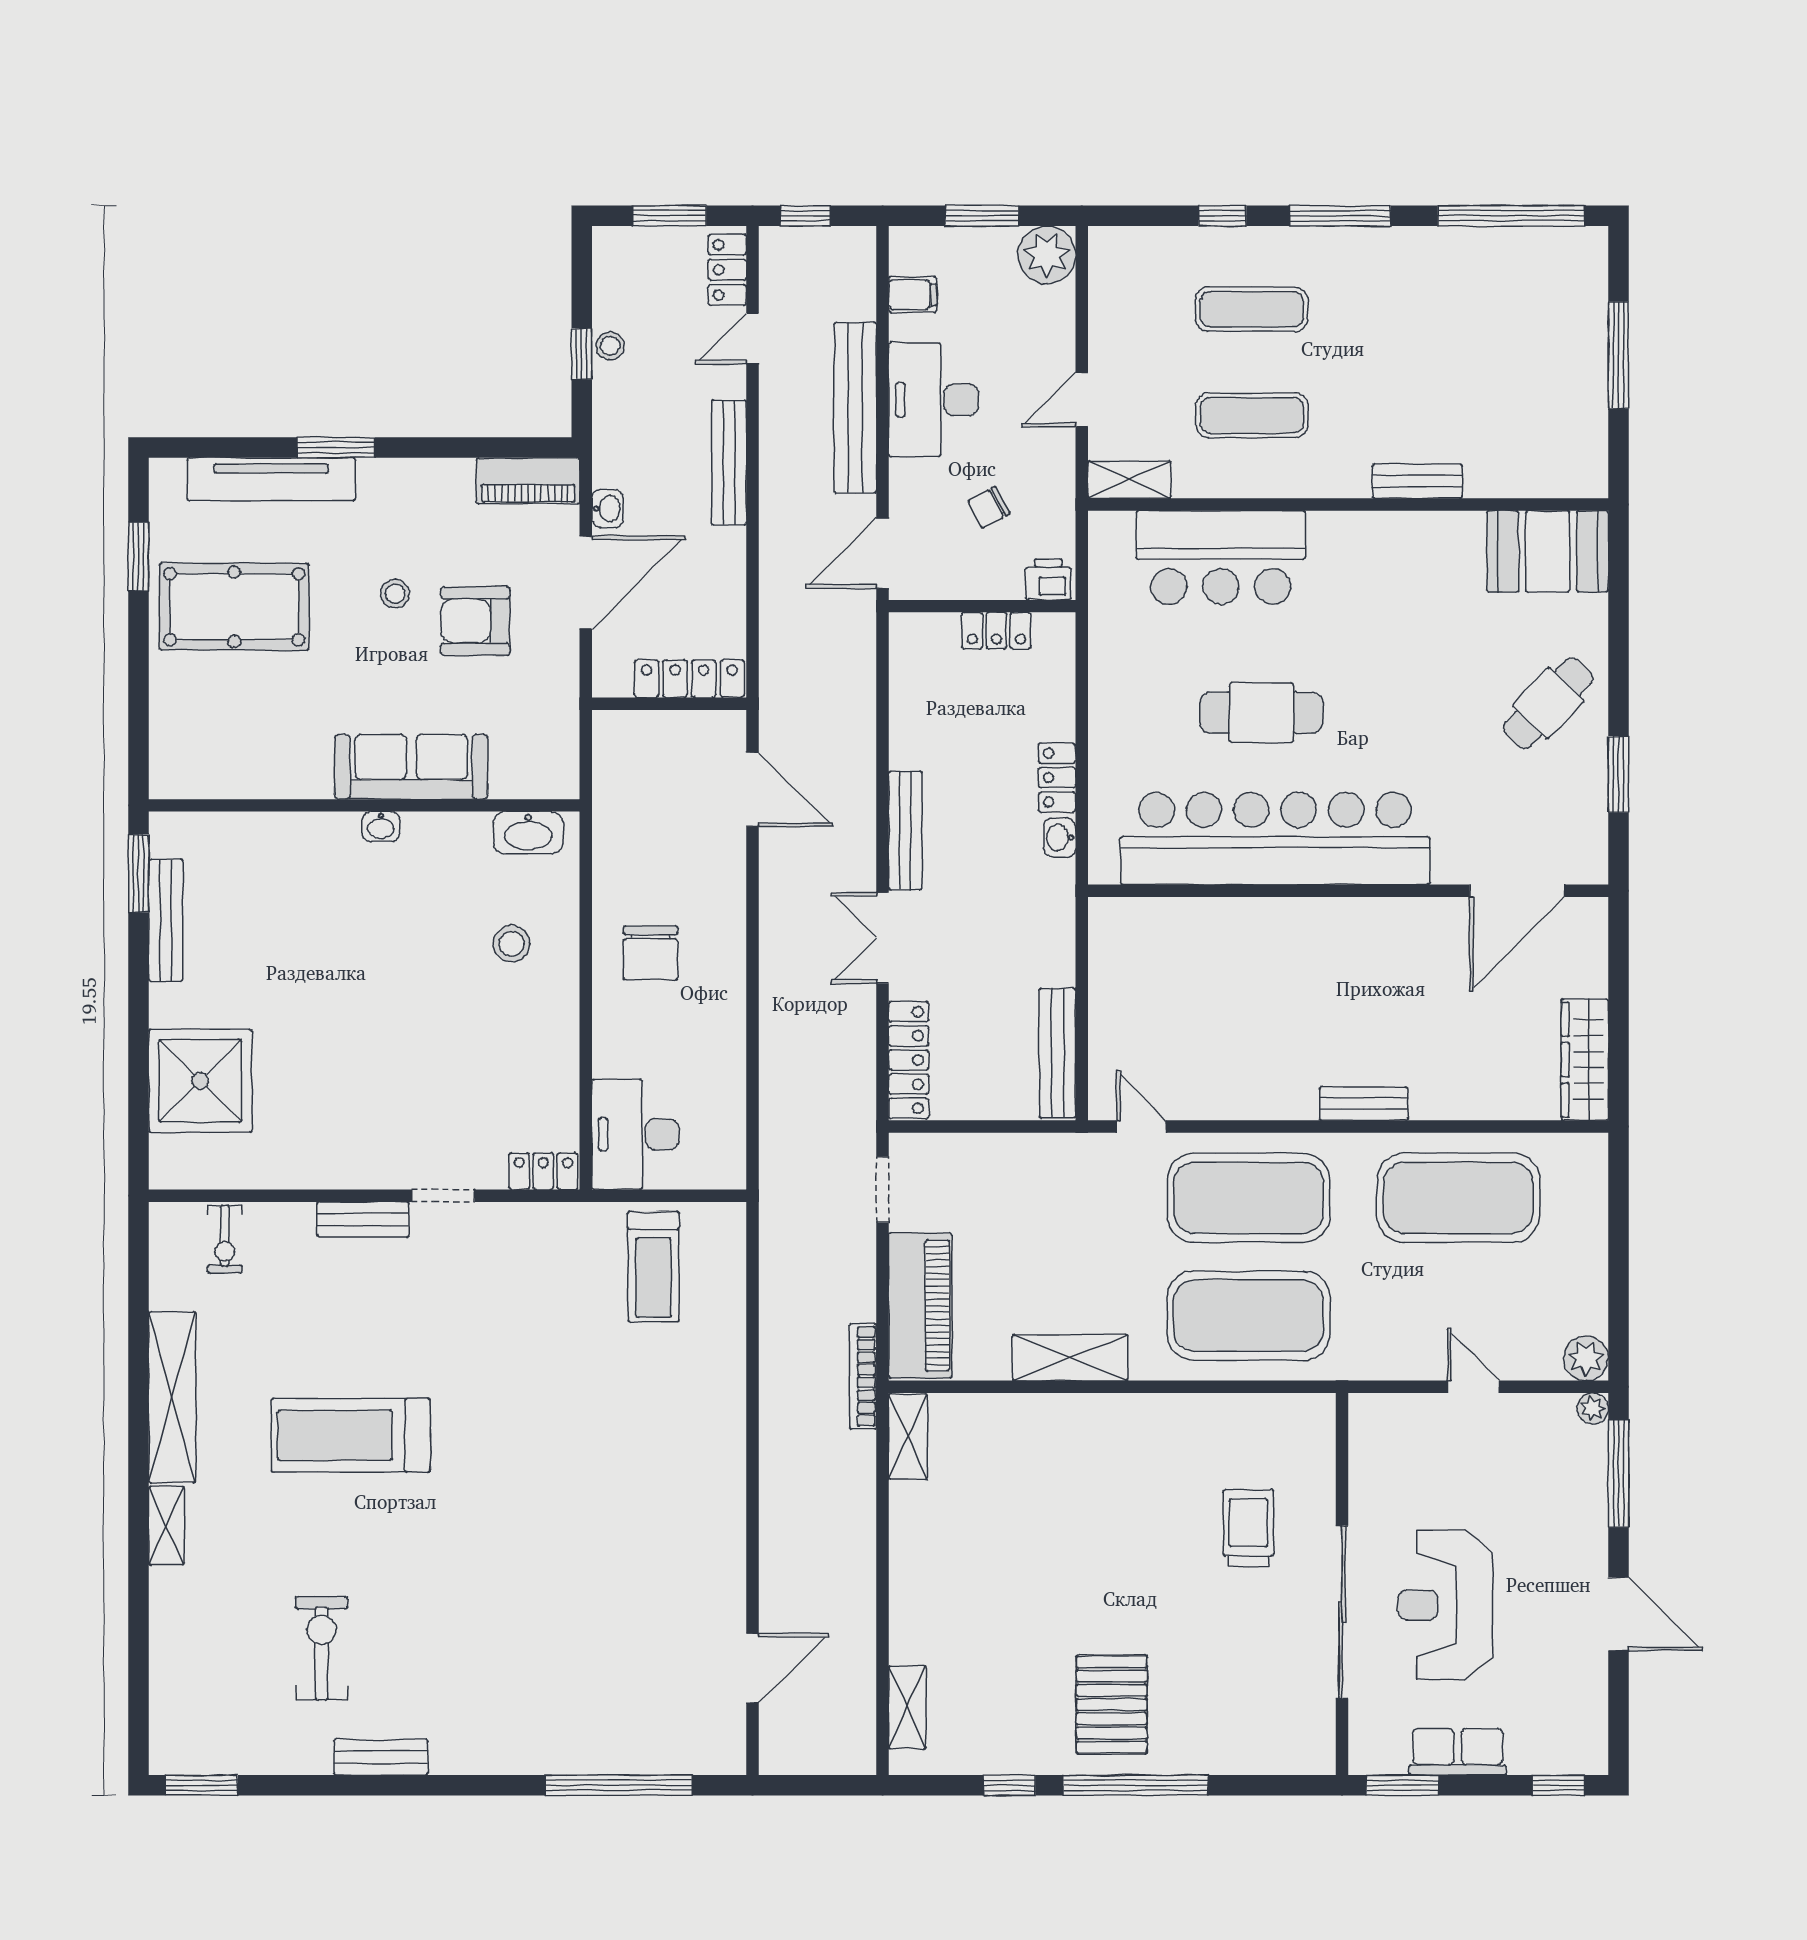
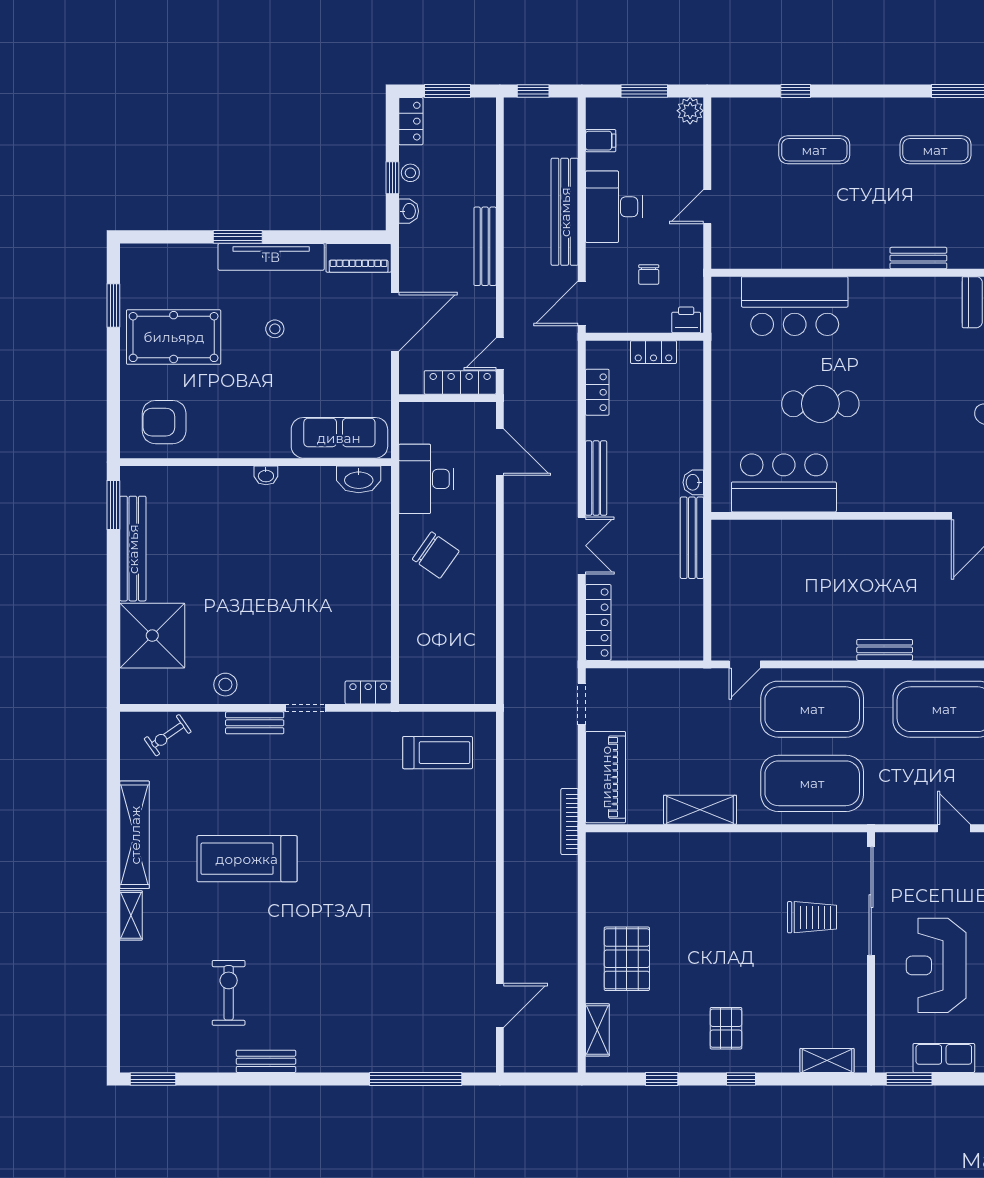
window: (1340, 216) -> (870, 91), removed
plant: (1047, 255) -> (690, 111), width x0.73, depth x0.73
locker: (727, 270) -> (411, 121), moved, turned 180
door: (752, 338) -> (500, 354), moved
exercise mat: (1252, 415) -> (935, 150), moved
tv unit: (271, 479) -> (271, 257), moved
shelving: (1129, 480) -> (737, 257), removed
chair: (989, 507) -> (649, 275), turned -62
washbasin: (607, 509) -> (409, 211), moved
armchair: (475, 621) -> (164, 422), moved
sofa: (411, 767) -> (339, 438), moved
locker: (1057, 778) -> (597, 392), moved, turned 180
bar counter: (1275, 838) -> (784, 483), width x0.54
bench: (166, 920) -> (133, 549), width x1.37, depth x1.21
double door: (883, 938) -> (582, 546), swing flipped
stool: (512, 944) -> (225, 685), moved
chair: (651, 953) -> (436, 555), turned -55
bench: (1058, 1053) -> (692, 538), moved
door: (1141, 1127) -> (745, 664), swing flipped
desk: (635, 1134) -> (426, 479), moved
exercise bike: (225, 1239) -> (168, 735), turned 55
treadmill: (653, 1267) -> (438, 753), turned -90
shelving: (908, 1437) -> (827, 1060), moved, turned 90
trolley: (1248, 1528) -> (812, 917), turned 90
pallet: (954, 1594) -> (627, 959), added
sliding door: (1342, 1612) -> (871, 901), moved
pallet: (1112, 1705) -> (726, 1028), width x0.67, depth x0.71
window: (1136, 1785) -> (741, 1079), width x0.32

